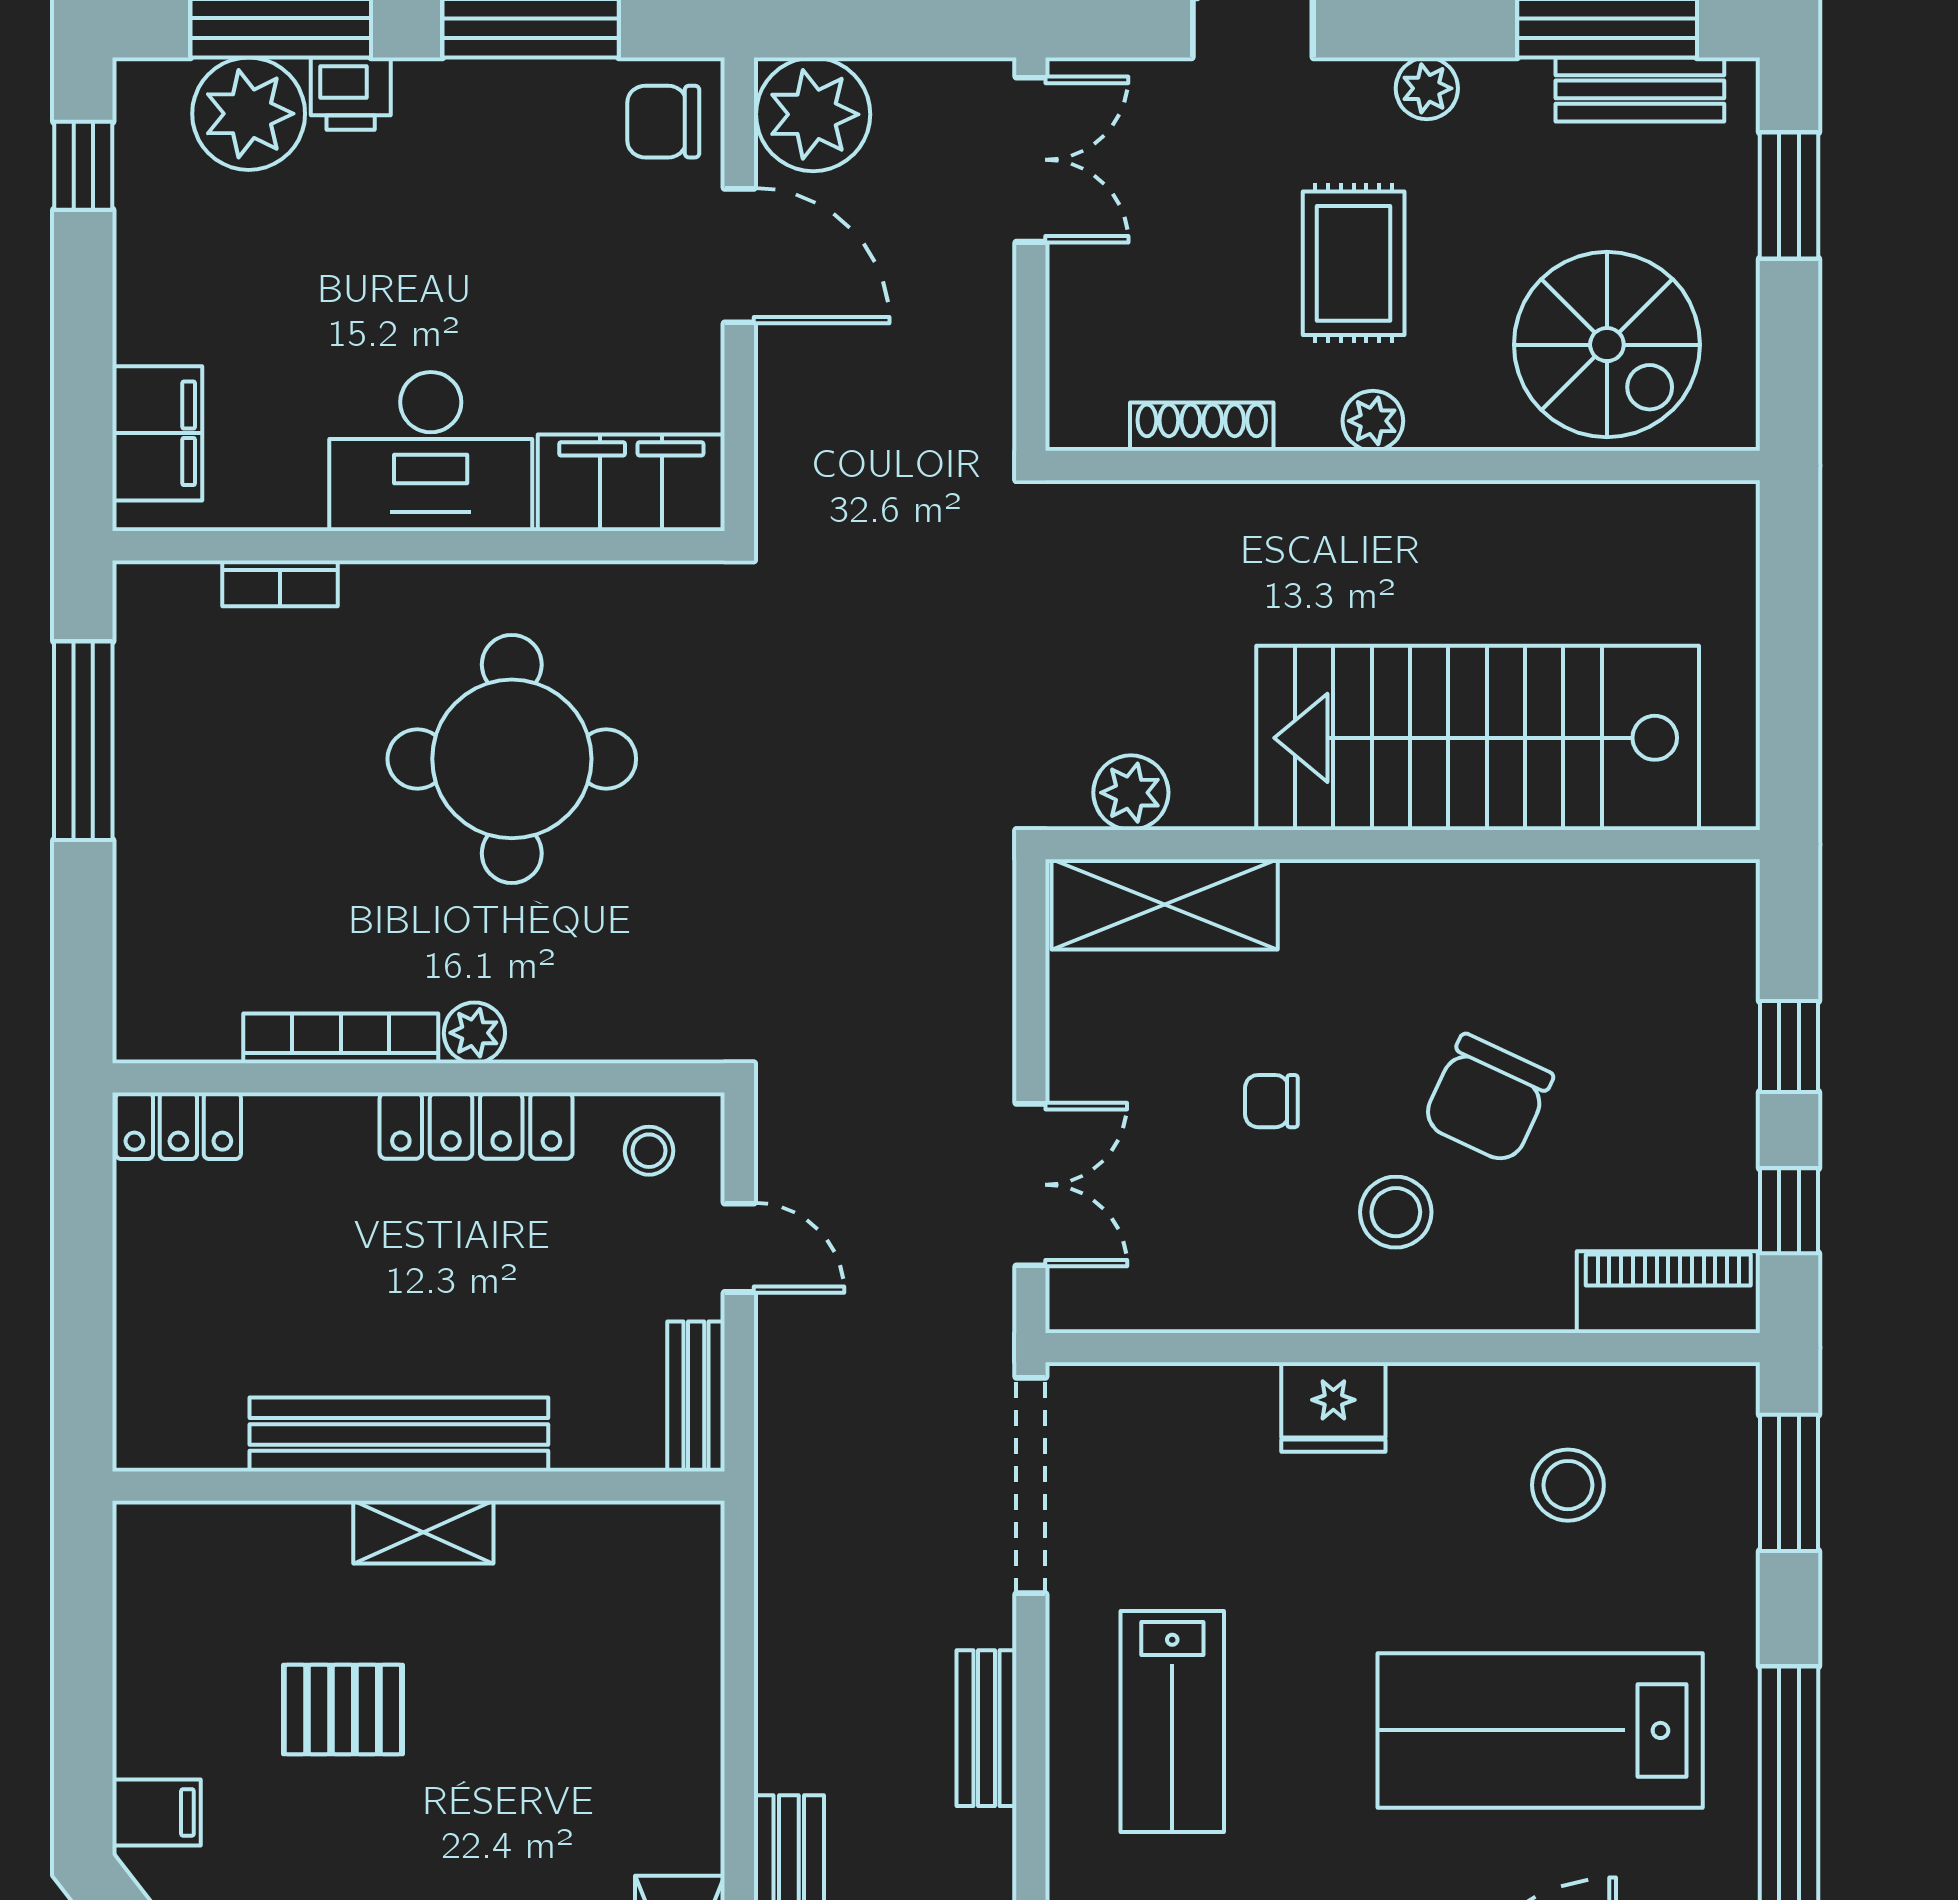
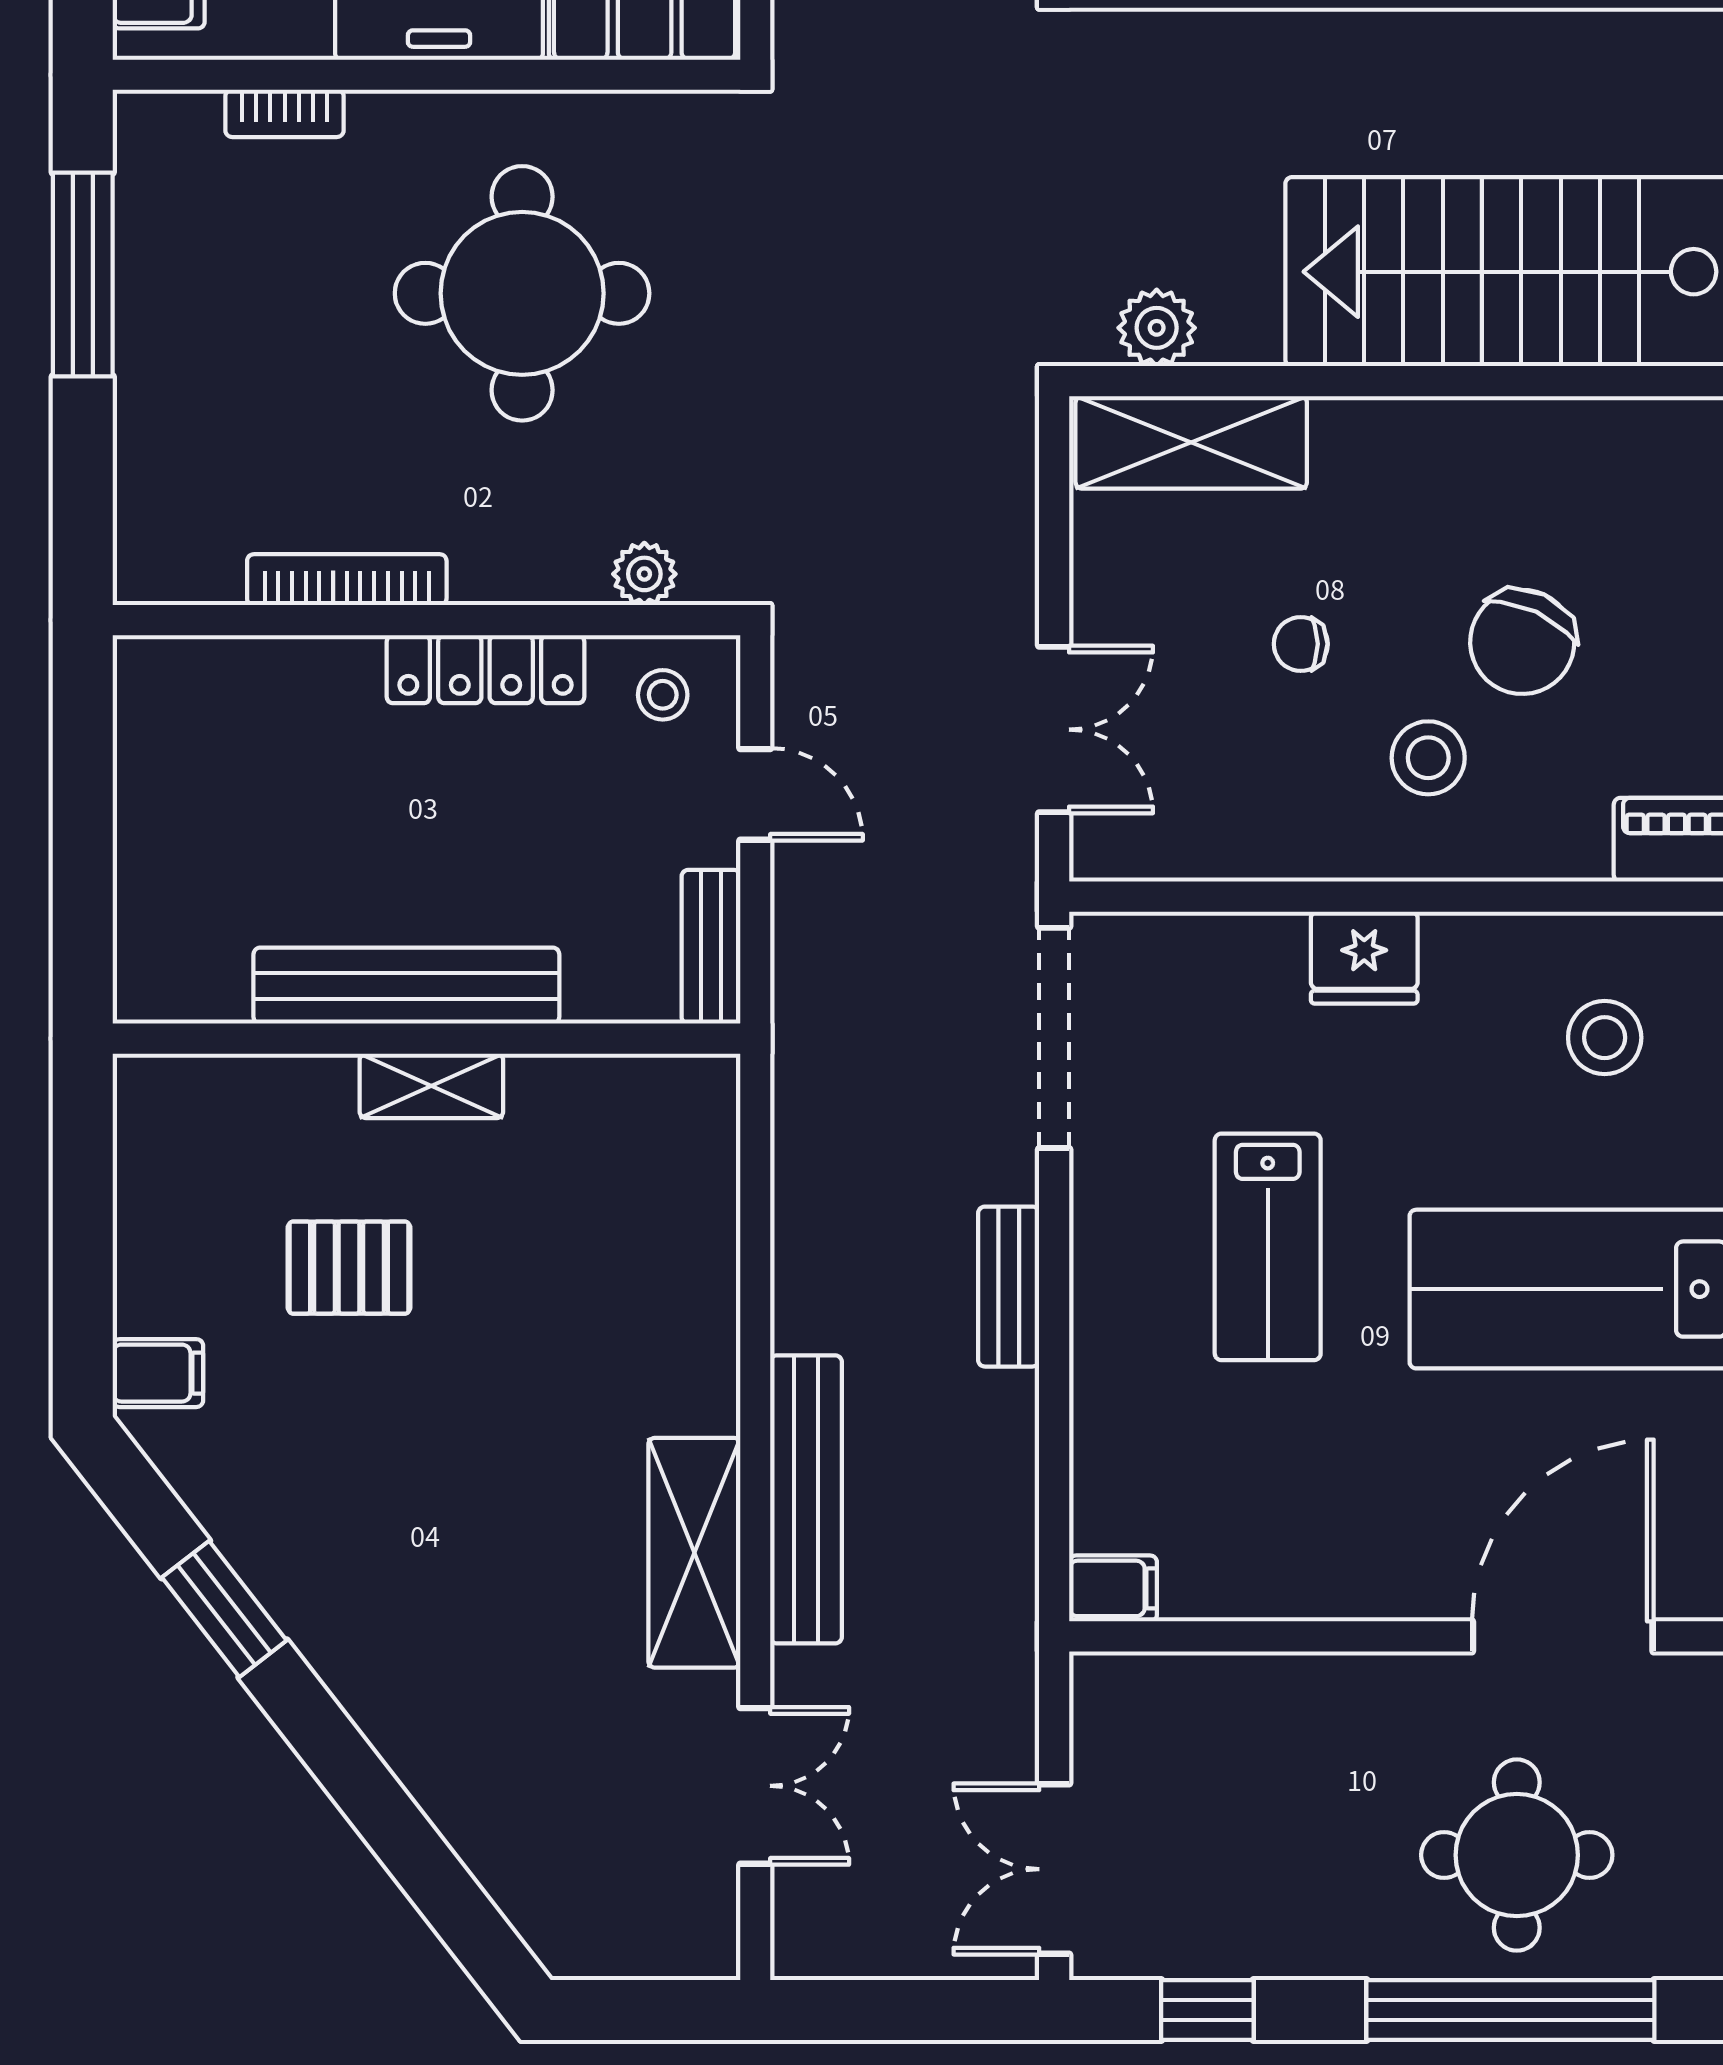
plant: (474, 1033) -> (644, 574), moved
locker: (178, 1126) -> (180, 669), removed
lab bench: (1172, 1721) -> (1268, 1247), moved

